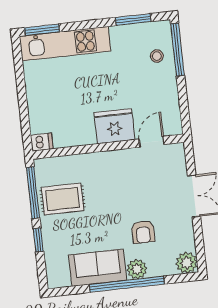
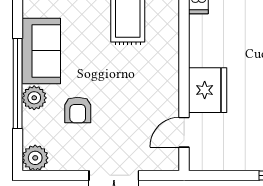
door: (152, 142) -> (184, 132), swing flipped
armchair: (143, 232) -> (78, 110), turned -90

